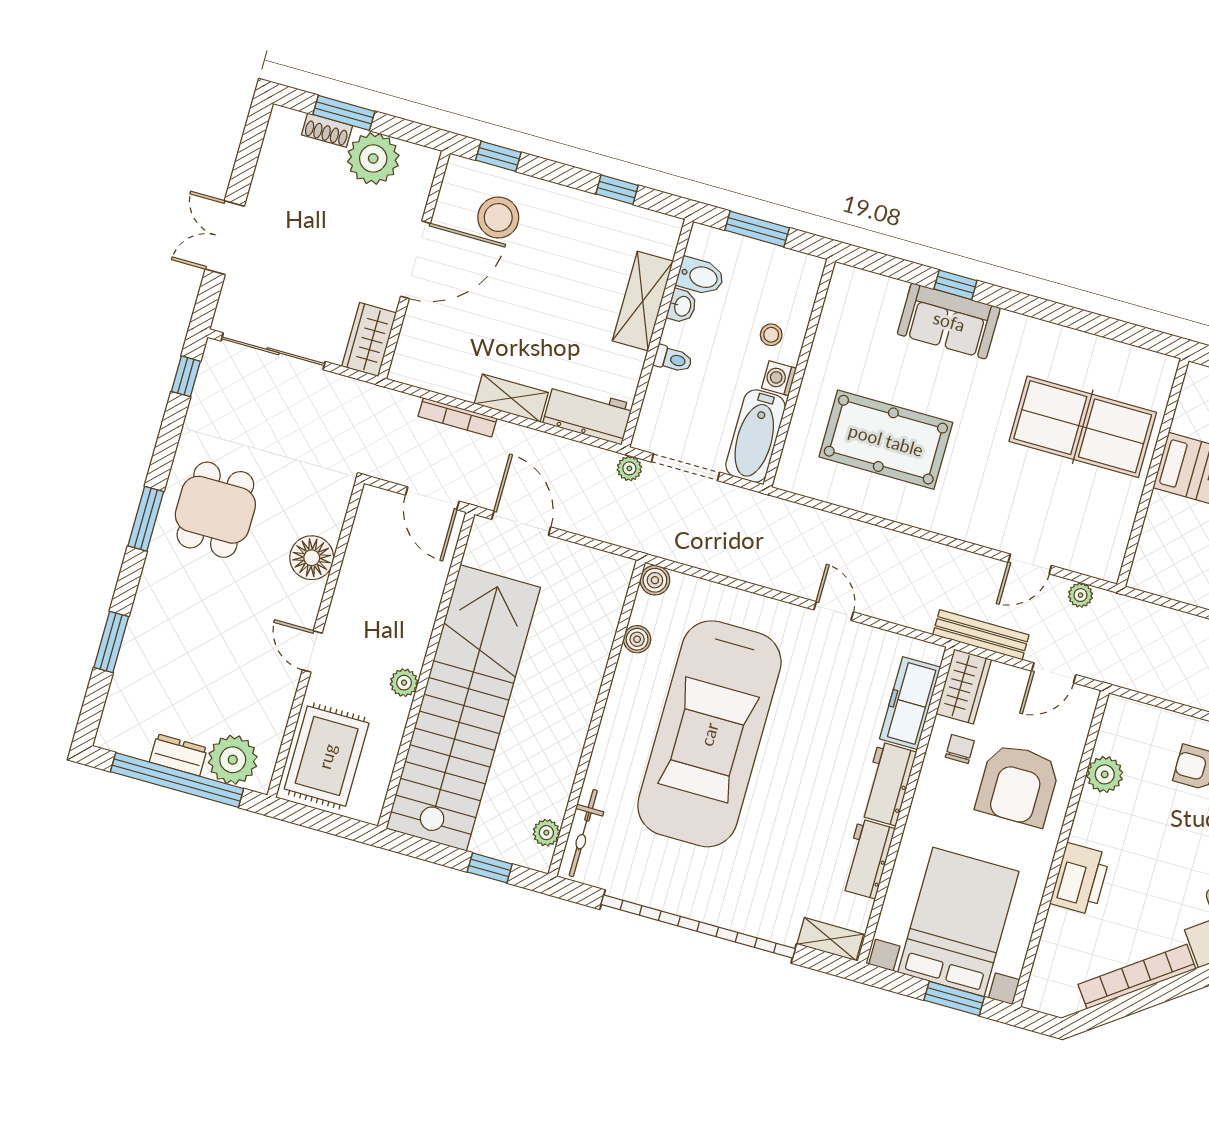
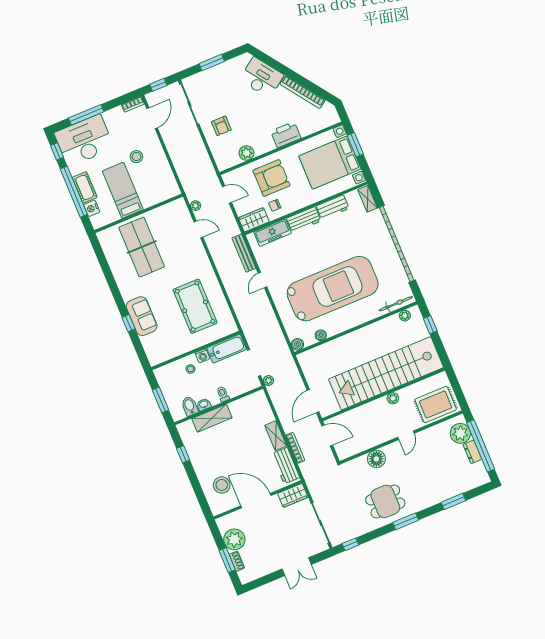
window: (498, 156) -> (202, 500), removed
workbench: (588, 414) -> (286, 466), moved
door: (432, 498) -> (327, 436), hinge flipped
bench: (981, 635) -> (244, 253), moved

